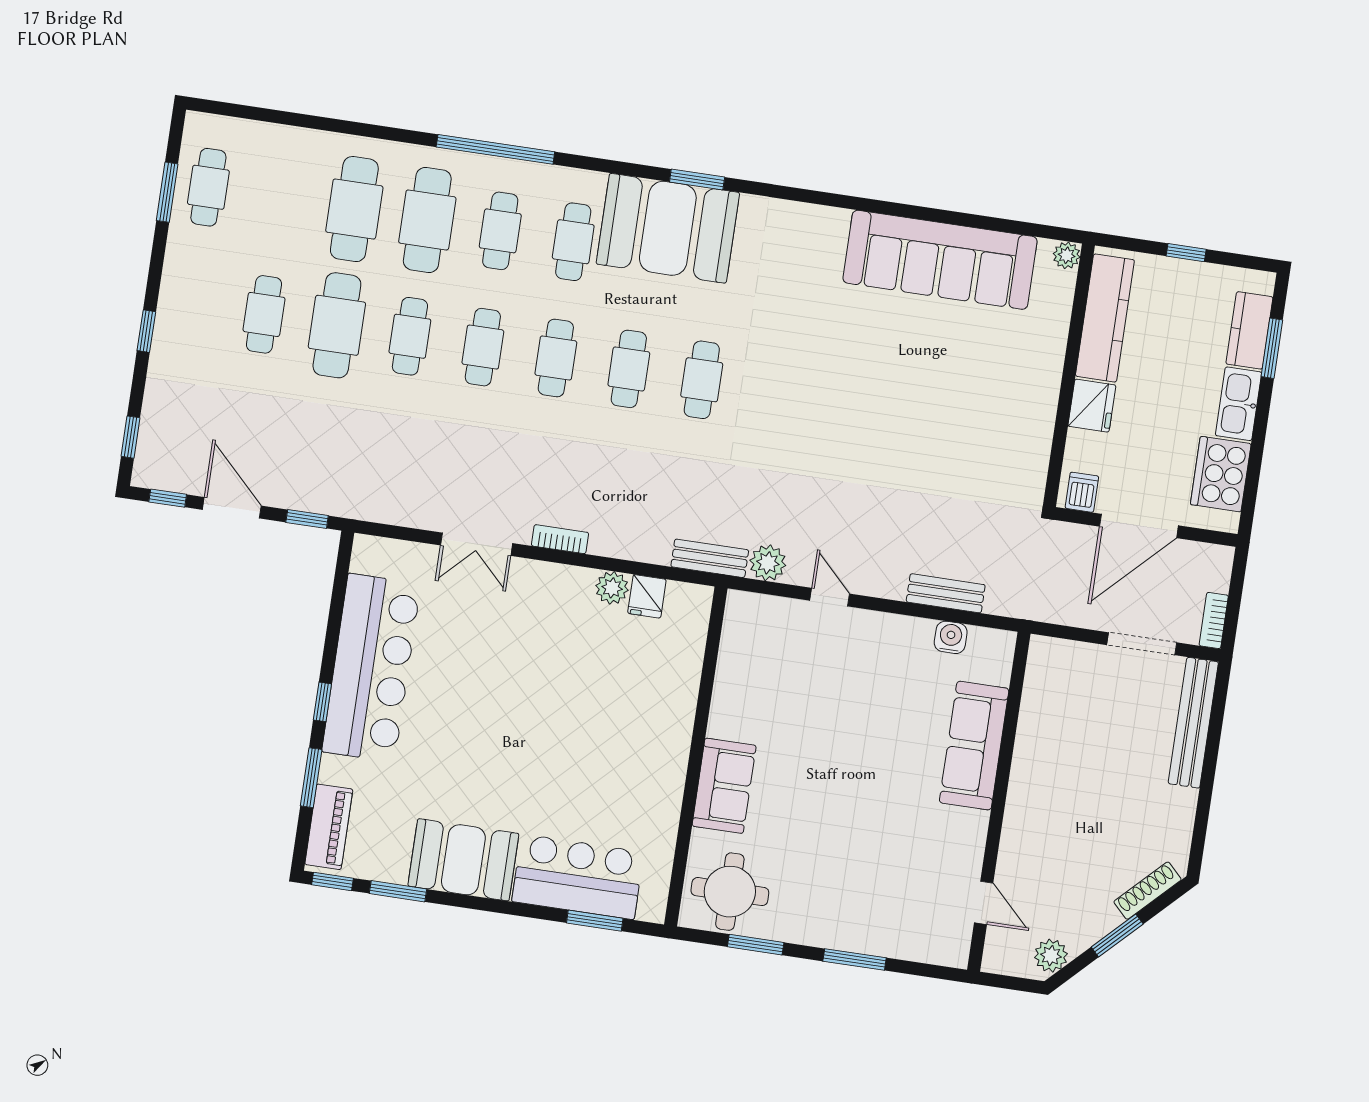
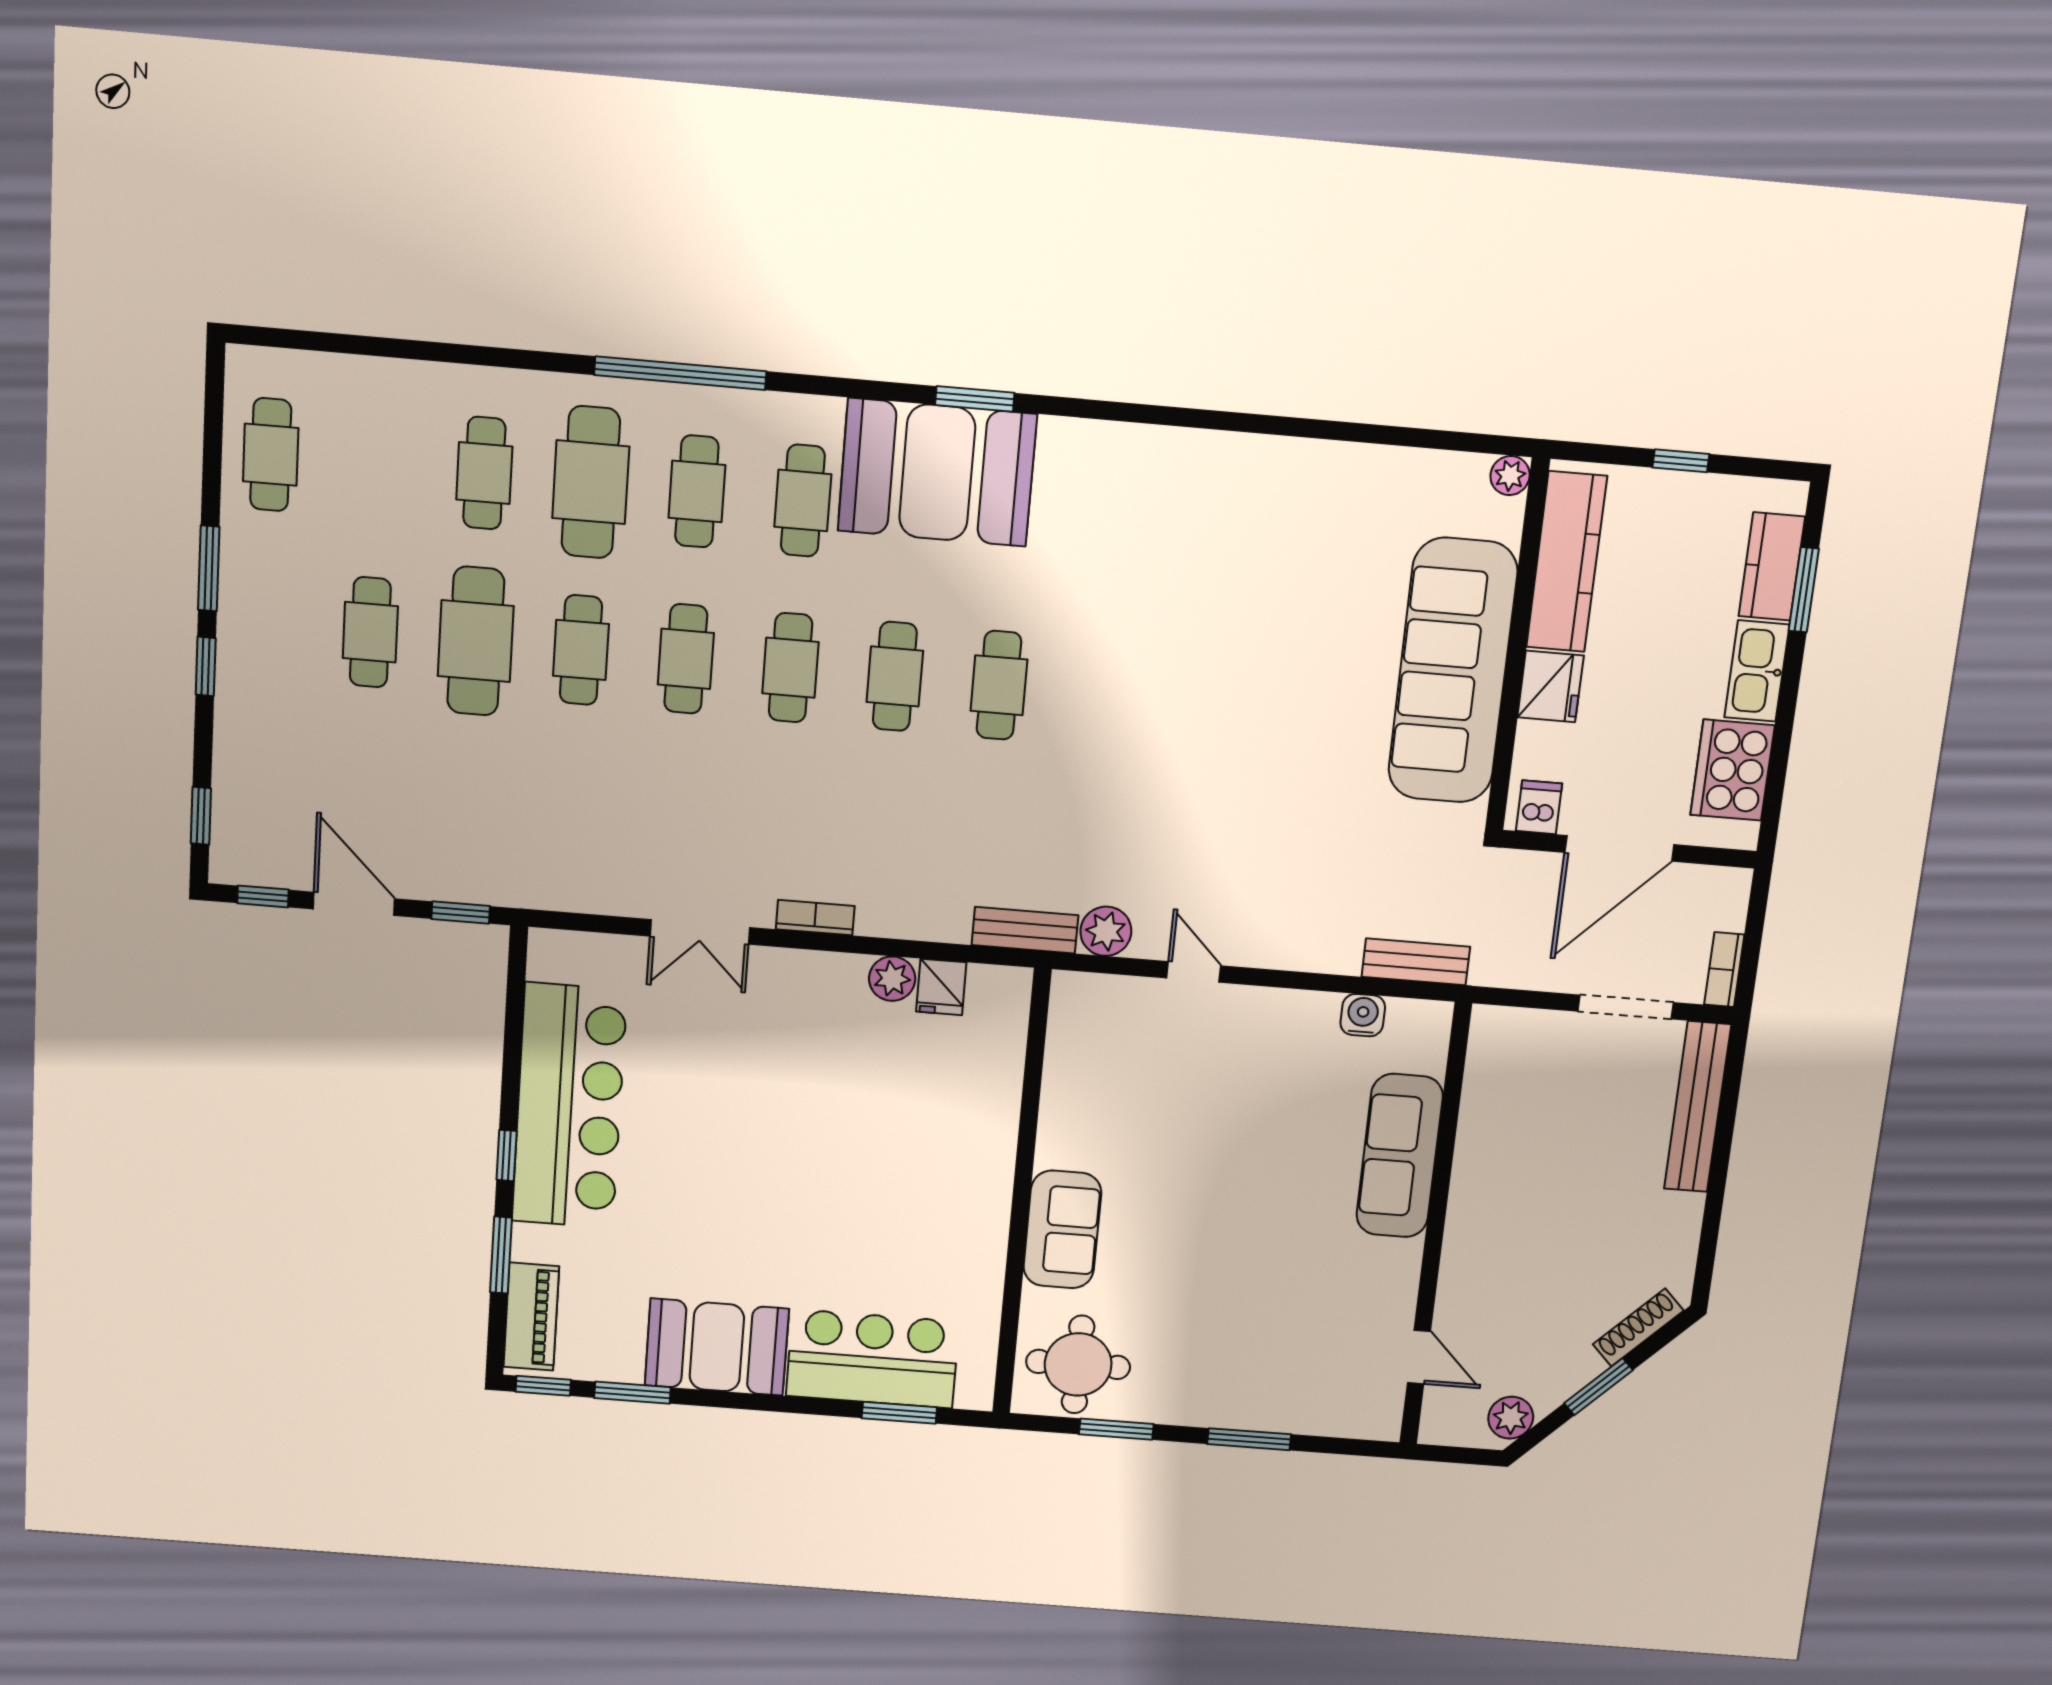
window: (167, 192) -> (209, 568), moved
cafe table: (354, 209) -> (484, 473), width x0.73, depth x0.74
sofa: (940, 260) -> (1453, 671), moved, turned 90
bench: (946, 593) -> (1416, 962), moved

